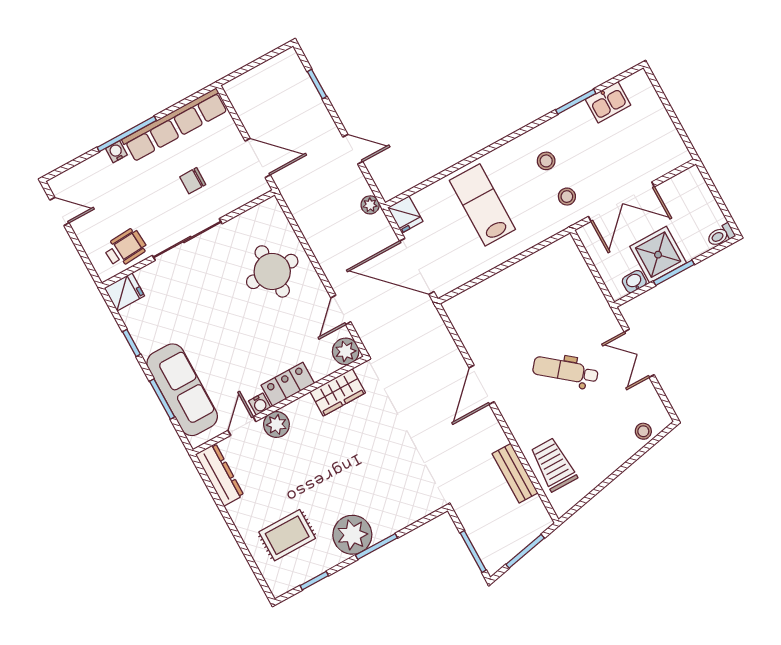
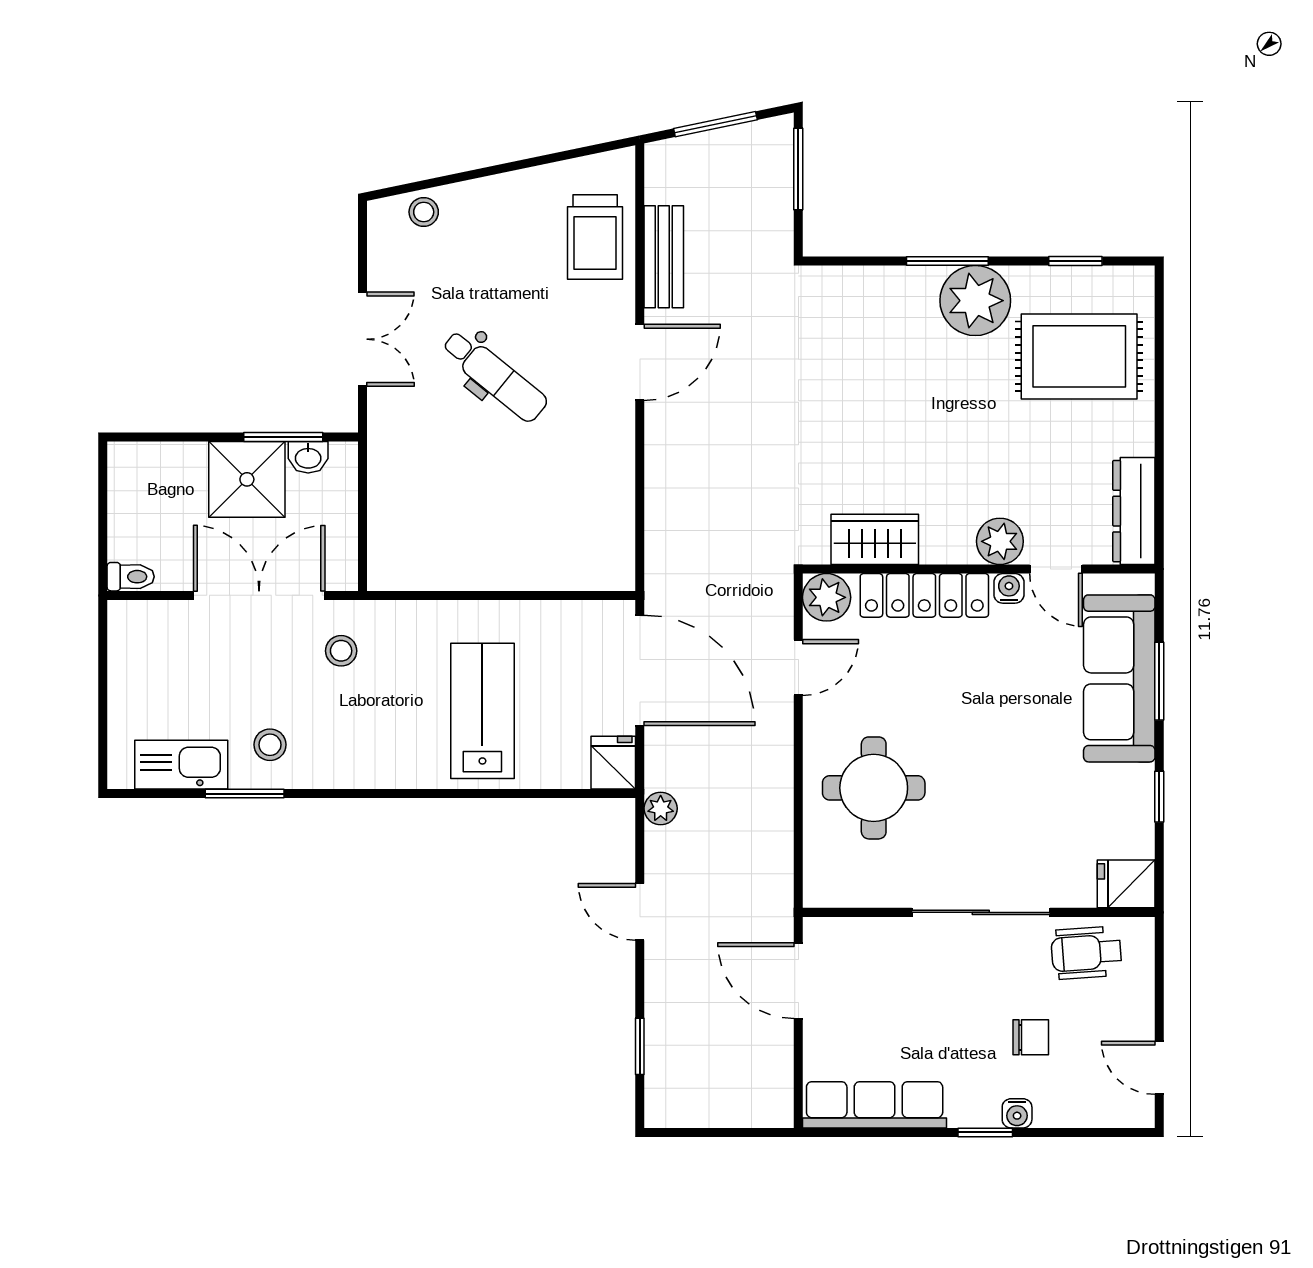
kitchen sink: (608, 102) -> (181, 765), width x1.38
row of seats: (175, 125) -> (875, 1105), width x0.73
window: (127, 134) -> (985, 1132), width x0.46
stool: (546, 161) -> (270, 745), moved
chair: (193, 181) -> (1031, 1037), moved
lab bench: (482, 205) -> (482, 711), turned 180
toilet: (721, 235) -> (131, 577), moved
window: (674, 273) -> (283, 437), moved
locker: (288, 384) -> (924, 595), width x1.53
door: (482, 385) -> (640, 362), moved
door: (242, 426) -> (1056, 569), hinge flipped
rug: (287, 535) -> (1079, 356), width x1.36, depth x1.43

